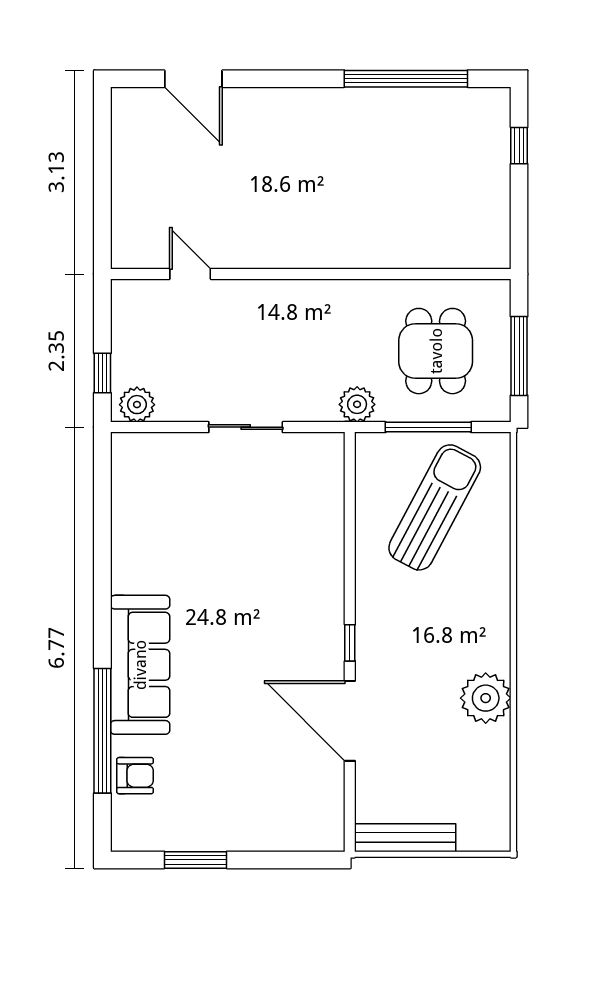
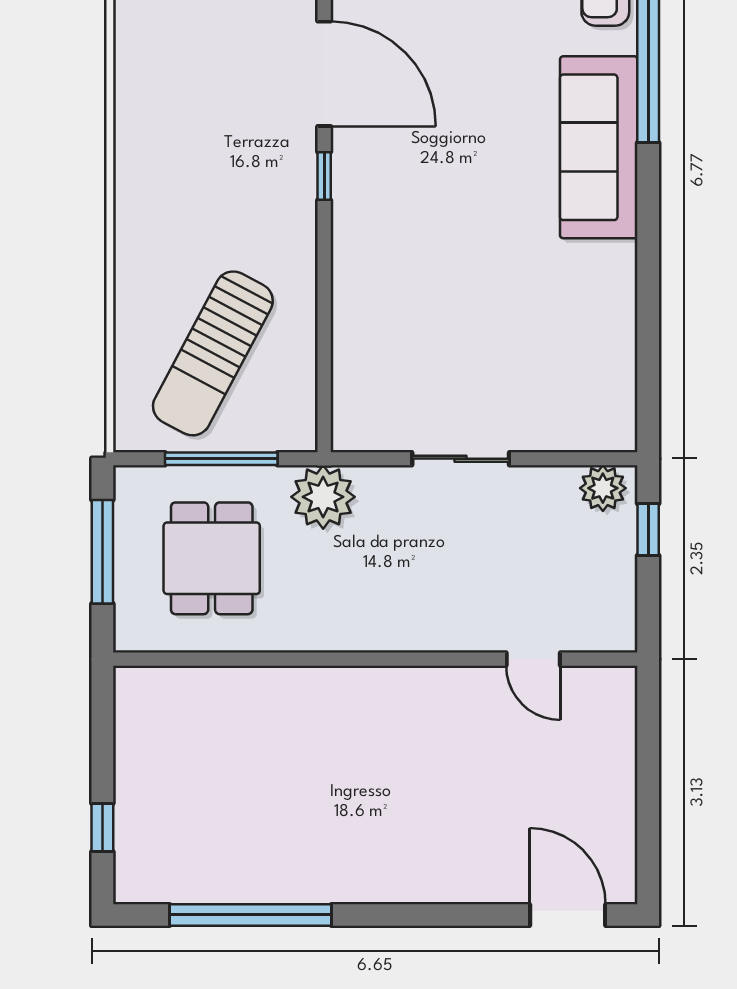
door: (193, 79) -> (568, 915), moved
plant: (357, 404) -> (323, 497), width x1.36, depth x1.36
plant: (486, 698) -> (146, 104), removed

